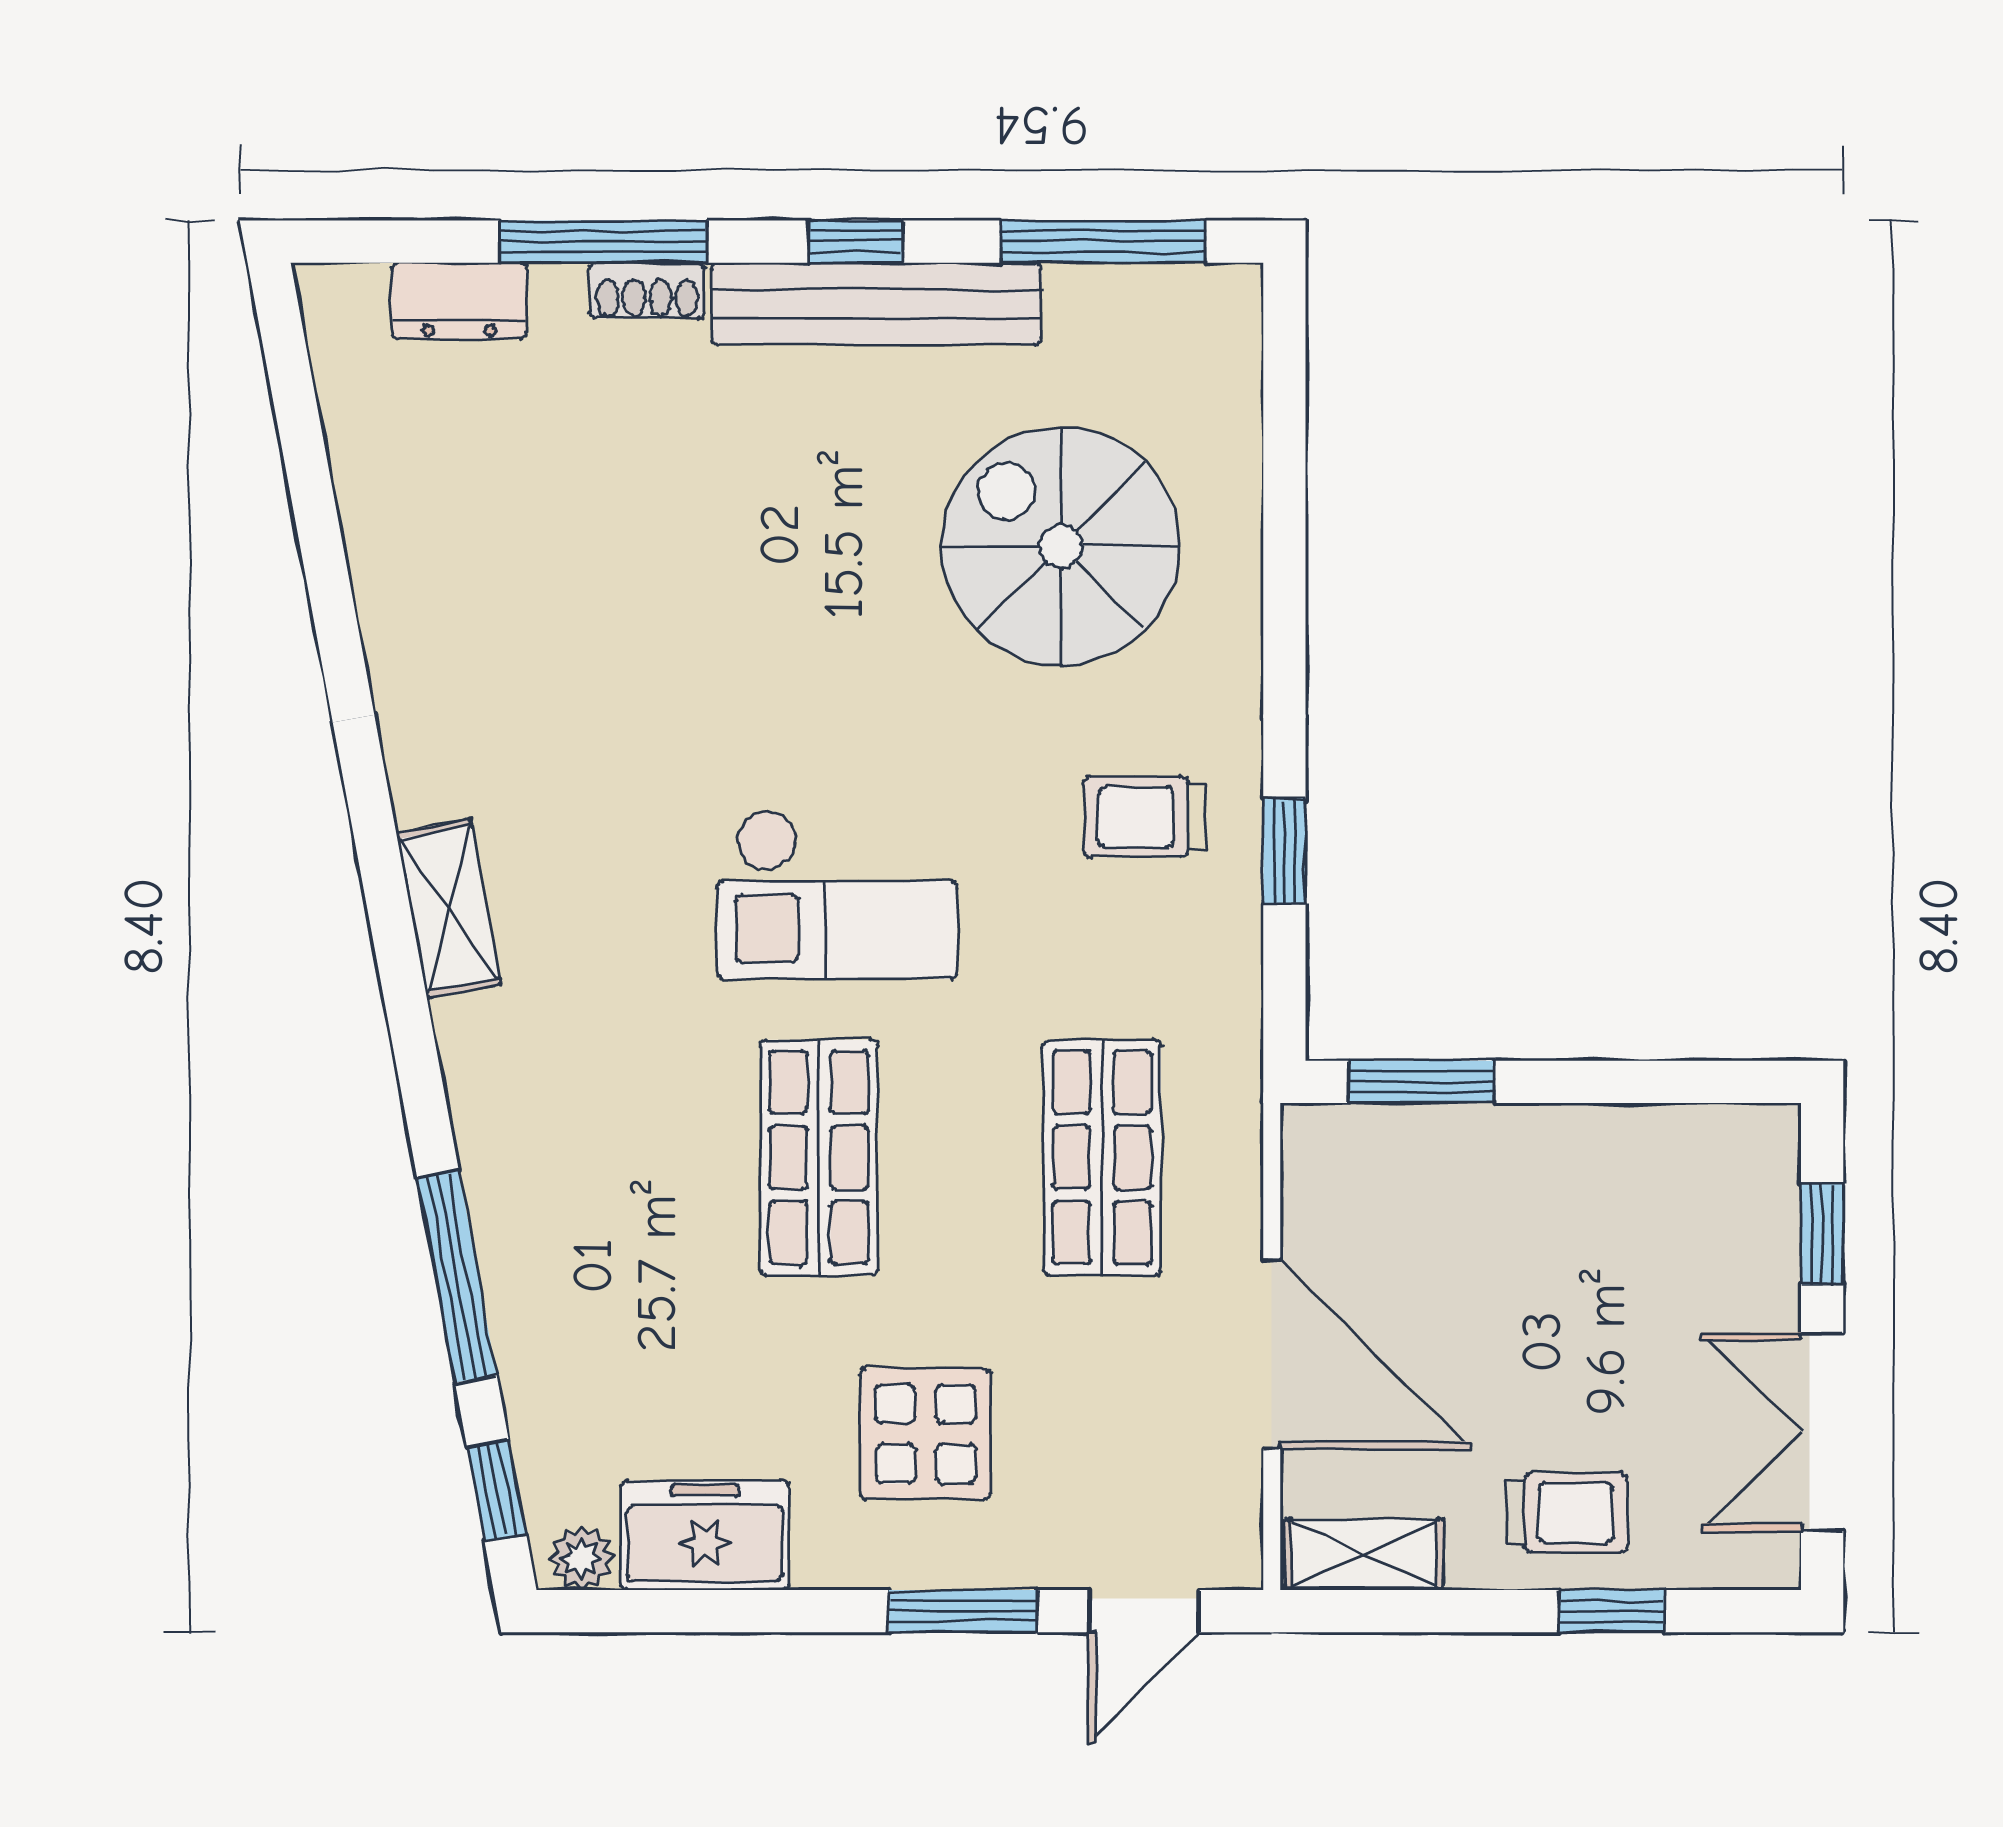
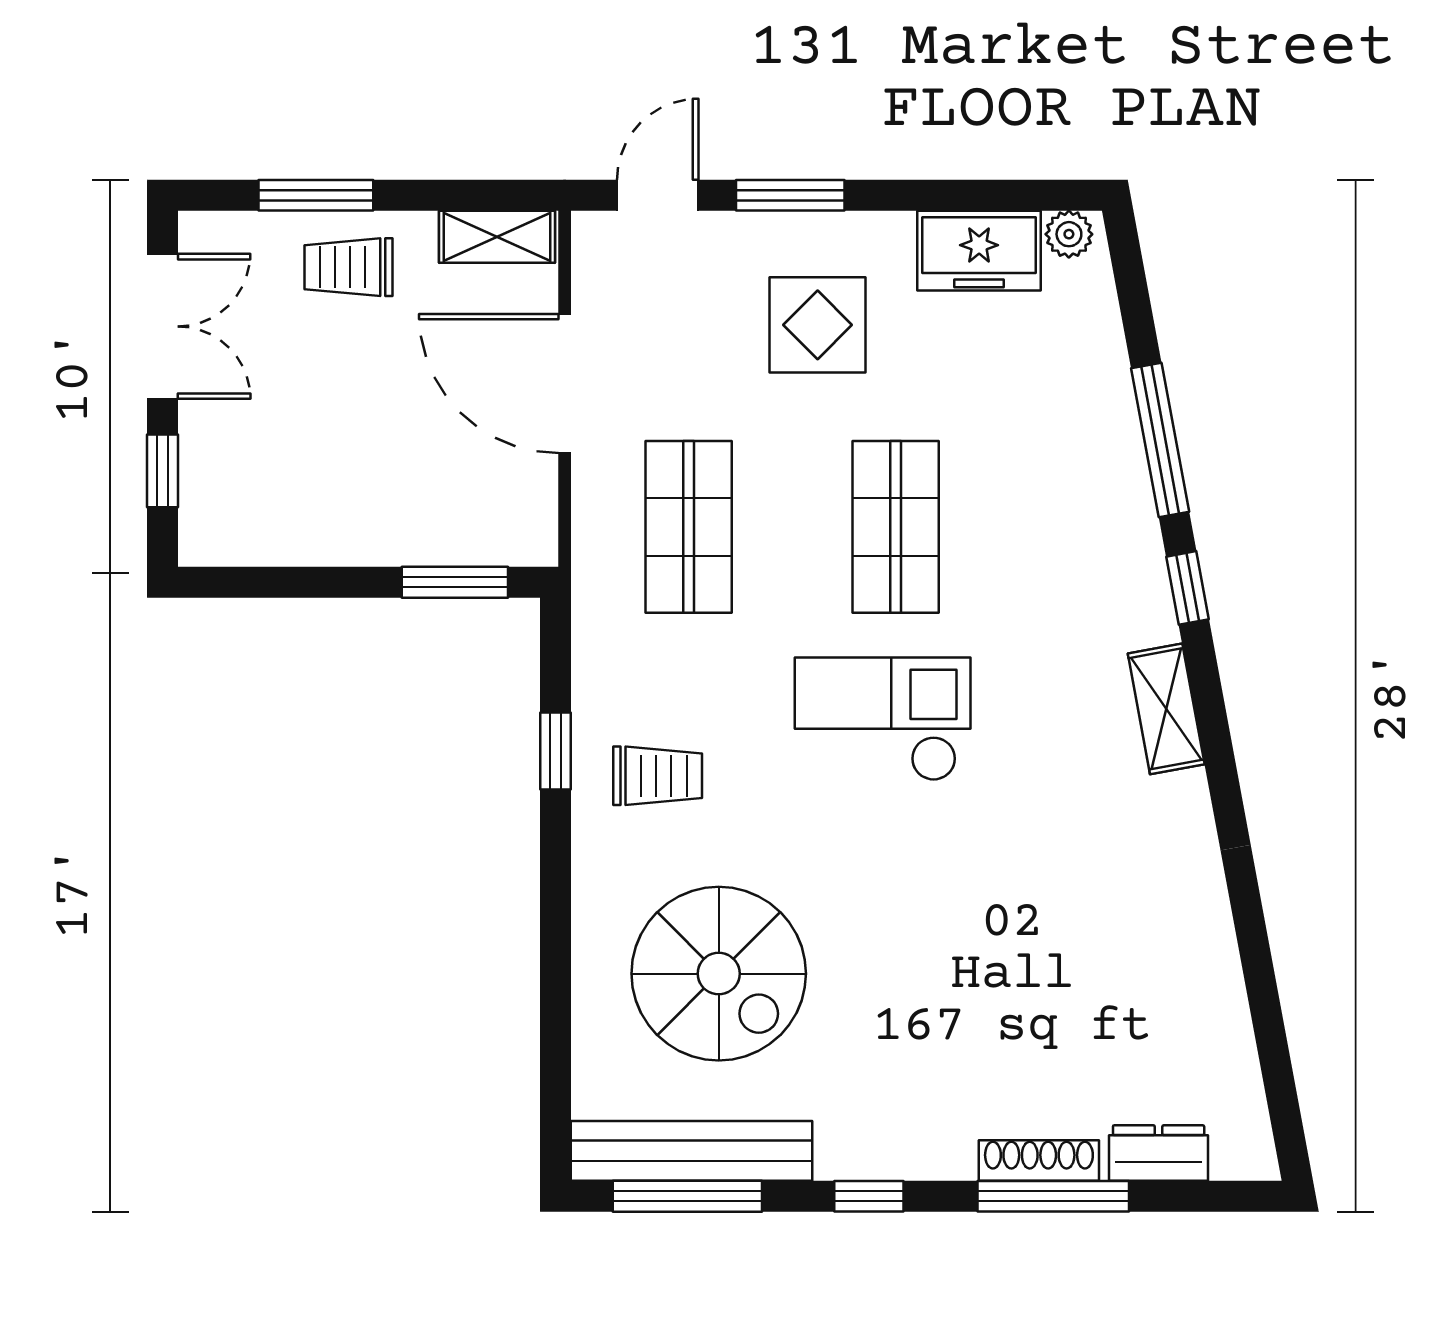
shoe rack: (647, 291) -> (1039, 1160), width x1.43
bench: (877, 304) -> (691, 1151), moved
window: (497, 1491) -> (1188, 588), moved
window: (1612, 1611) -> (316, 195), width x1.50

